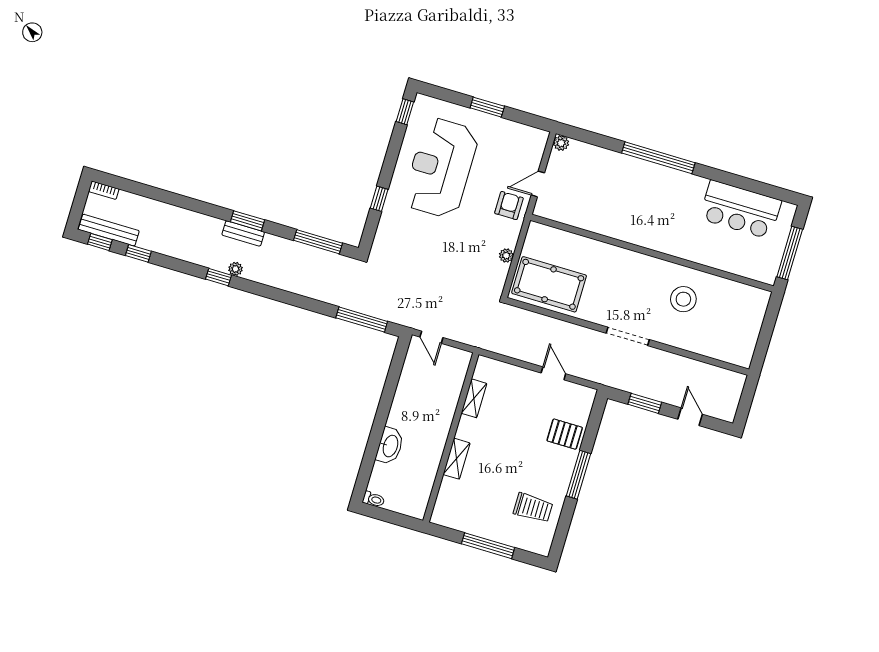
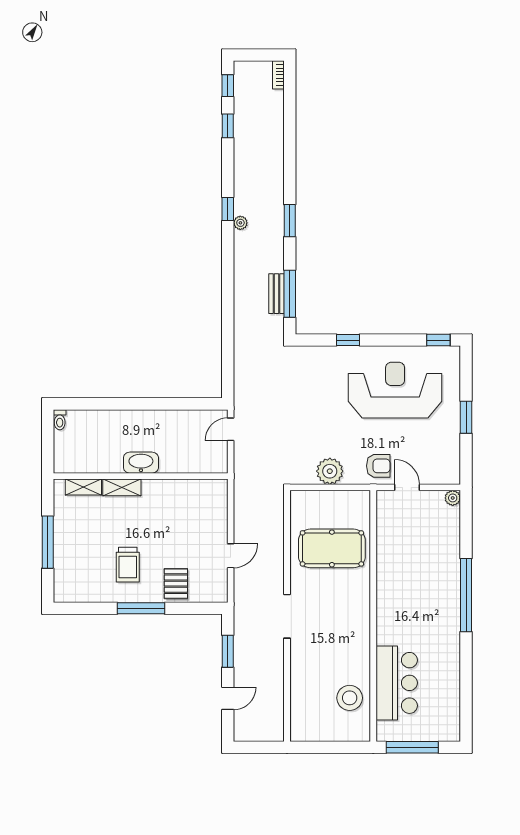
bar counter: (740, 210) -> (397, 683), moved, turned 180
bench: (109, 230) -> (242, 91), removed
bench: (243, 233) -> (276, 294), moved
plant: (506, 256) -> (330, 471), width x1.88, depth x1.88
pool table: (549, 284) -> (332, 548), moved, turned 90
stool: (683, 299) -> (350, 698), moved
window: (362, 320) -> (228, 358), removed
shelving: (474, 398) -> (83, 487), moved
washbasin: (390, 446) -> (141, 463), moved, turned 180
trolley: (533, 508) -> (128, 565), moved

